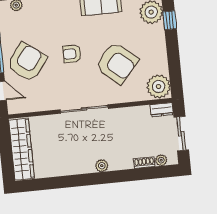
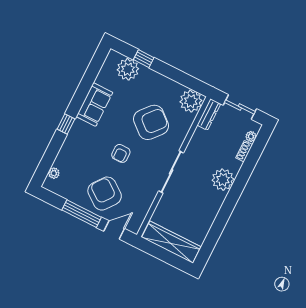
dresser: (162, 110) -> (209, 114), width x1.44
plant: (102, 166) -> (223, 180), width x1.88, depth x1.88

